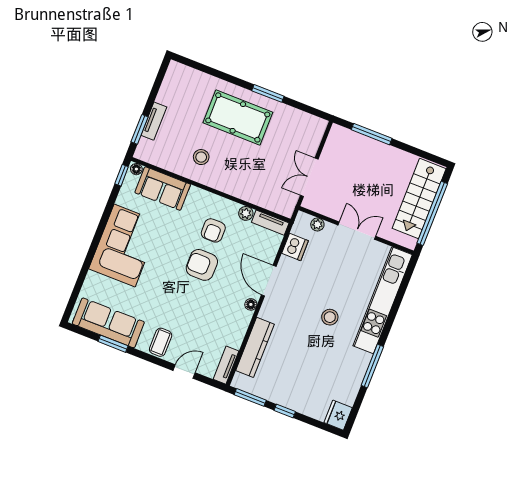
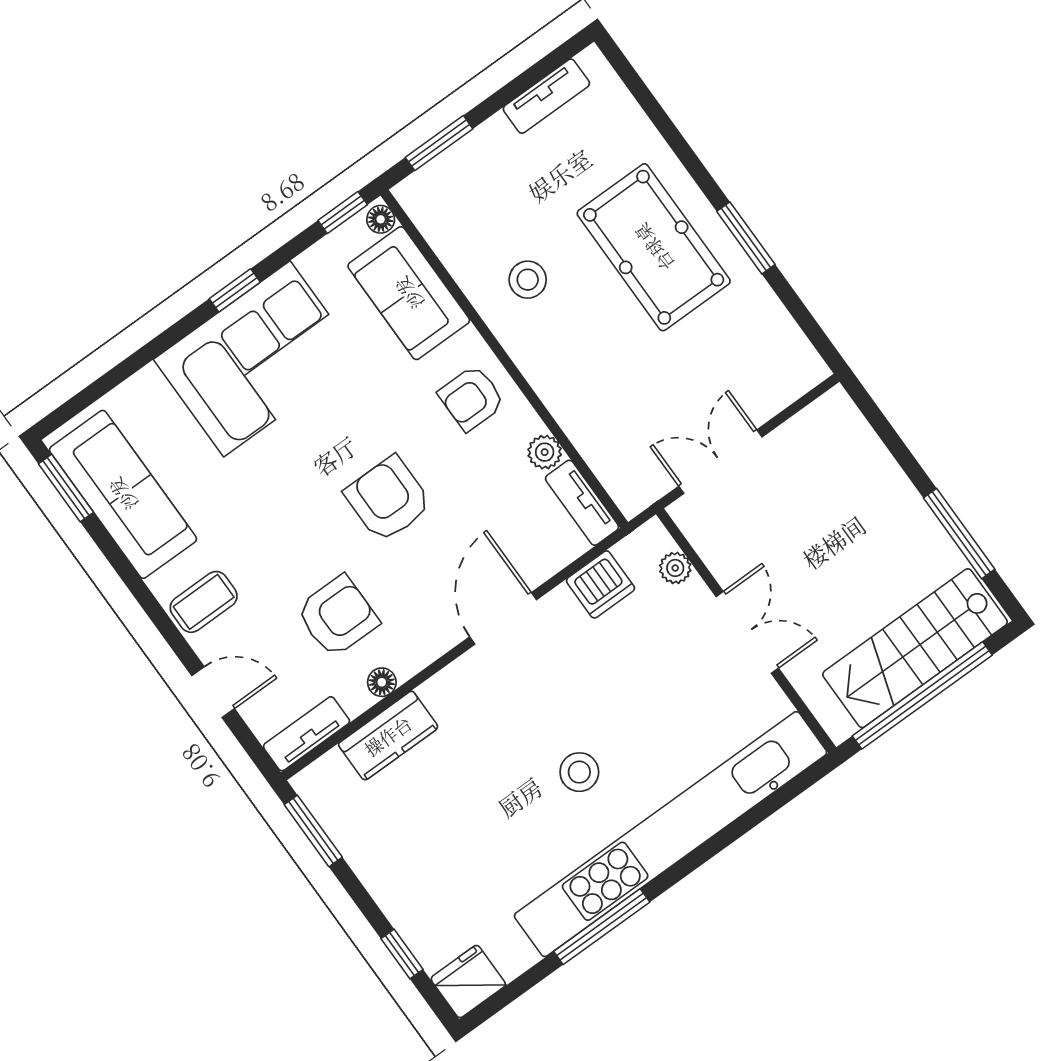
tv unit: (154, 121) -> (546, 96), moved
window: (372, 134) -> (959, 534), moved
window: (101, 227) -> (235, 290), added
armchair: (213, 230) -> (472, 398), moved
kitchen unit: (383, 300) -> (671, 834), width x1.36
floor lamp: (251, 304) -> (382, 682), moved
armchair: (210, 317) -> (337, 616), added
window: (113, 344) -> (66, 488), moved
kitchen counter: (255, 347) -> (388, 736), width x0.67
window: (285, 411) -> (402, 954), moved

